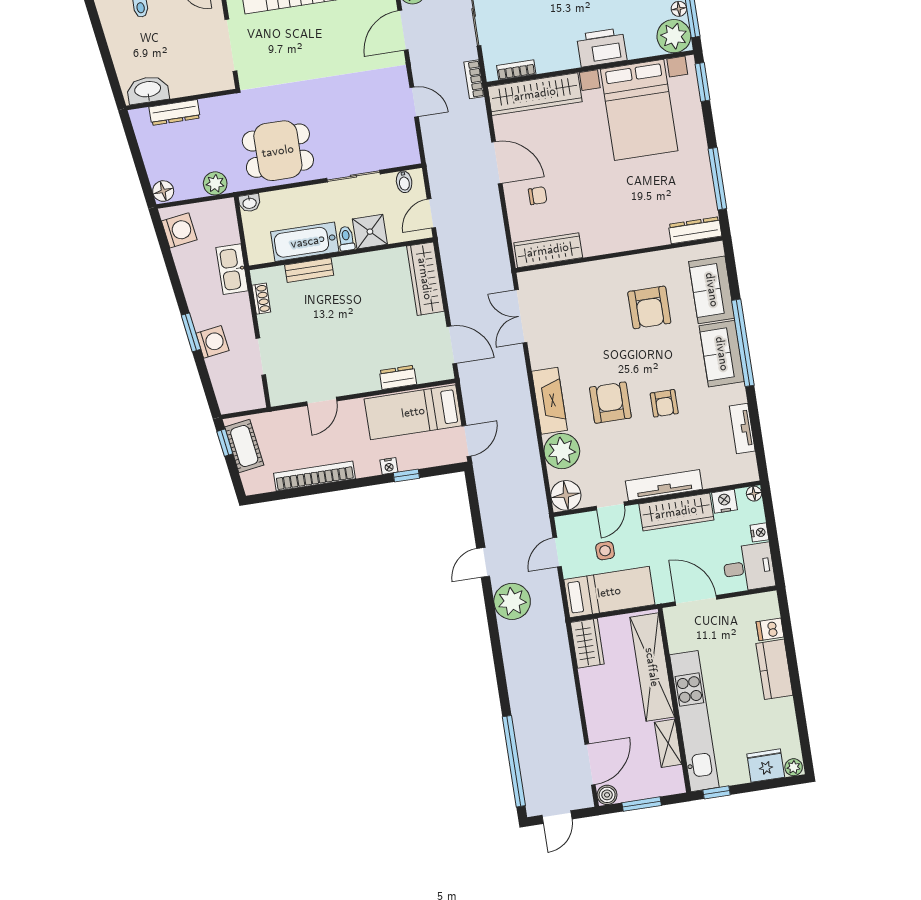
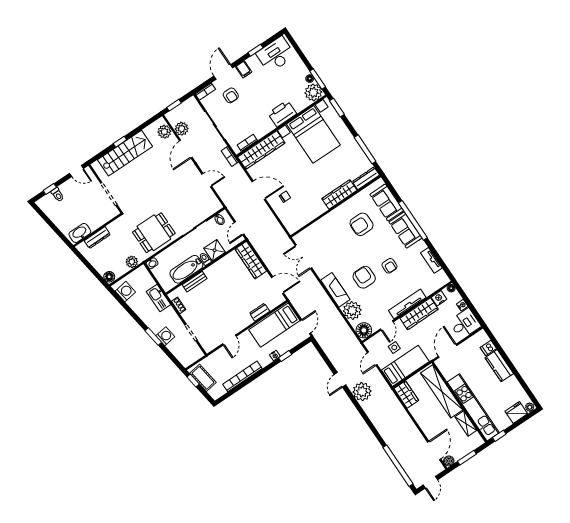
wardrobe: (548, 250) -> (339, 194), moved
armchair: (649, 307) -> (362, 224), turned 90
door: (696, 601) -> (448, 351), hinge flipped

